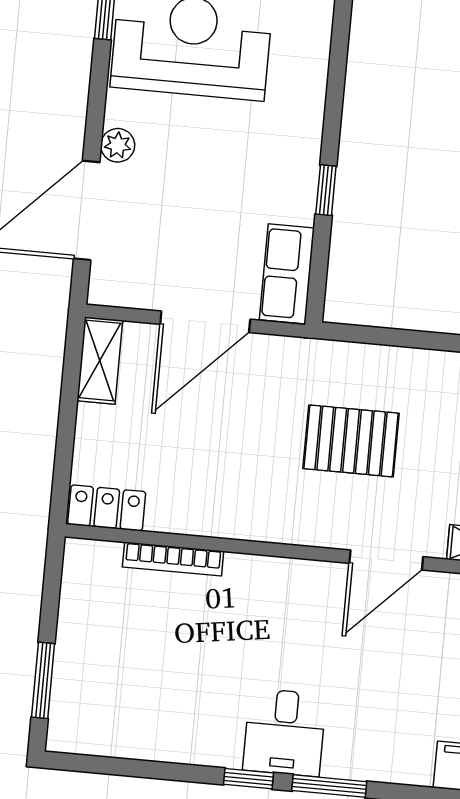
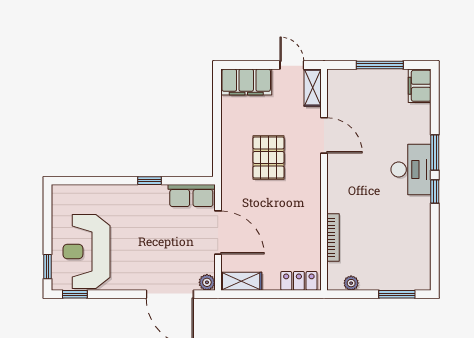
plant: (118, 145) -> (207, 282), moved
locker: (107, 508) -> (299, 281), moved, turned 90
plant: (75, 588) -> (351, 283), added
desk: (285, 732) -> (411, 170), width x1.37

